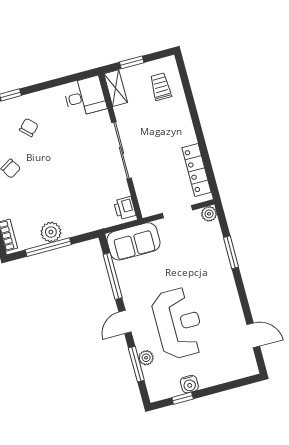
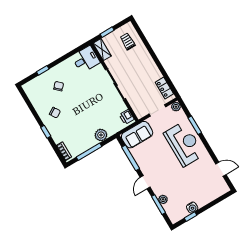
locker: (196, 170) -> (164, 88), width x0.66
plant: (51, 232) -> (101, 135), moved
reception desk: (178, 323) -> (184, 144), moved

